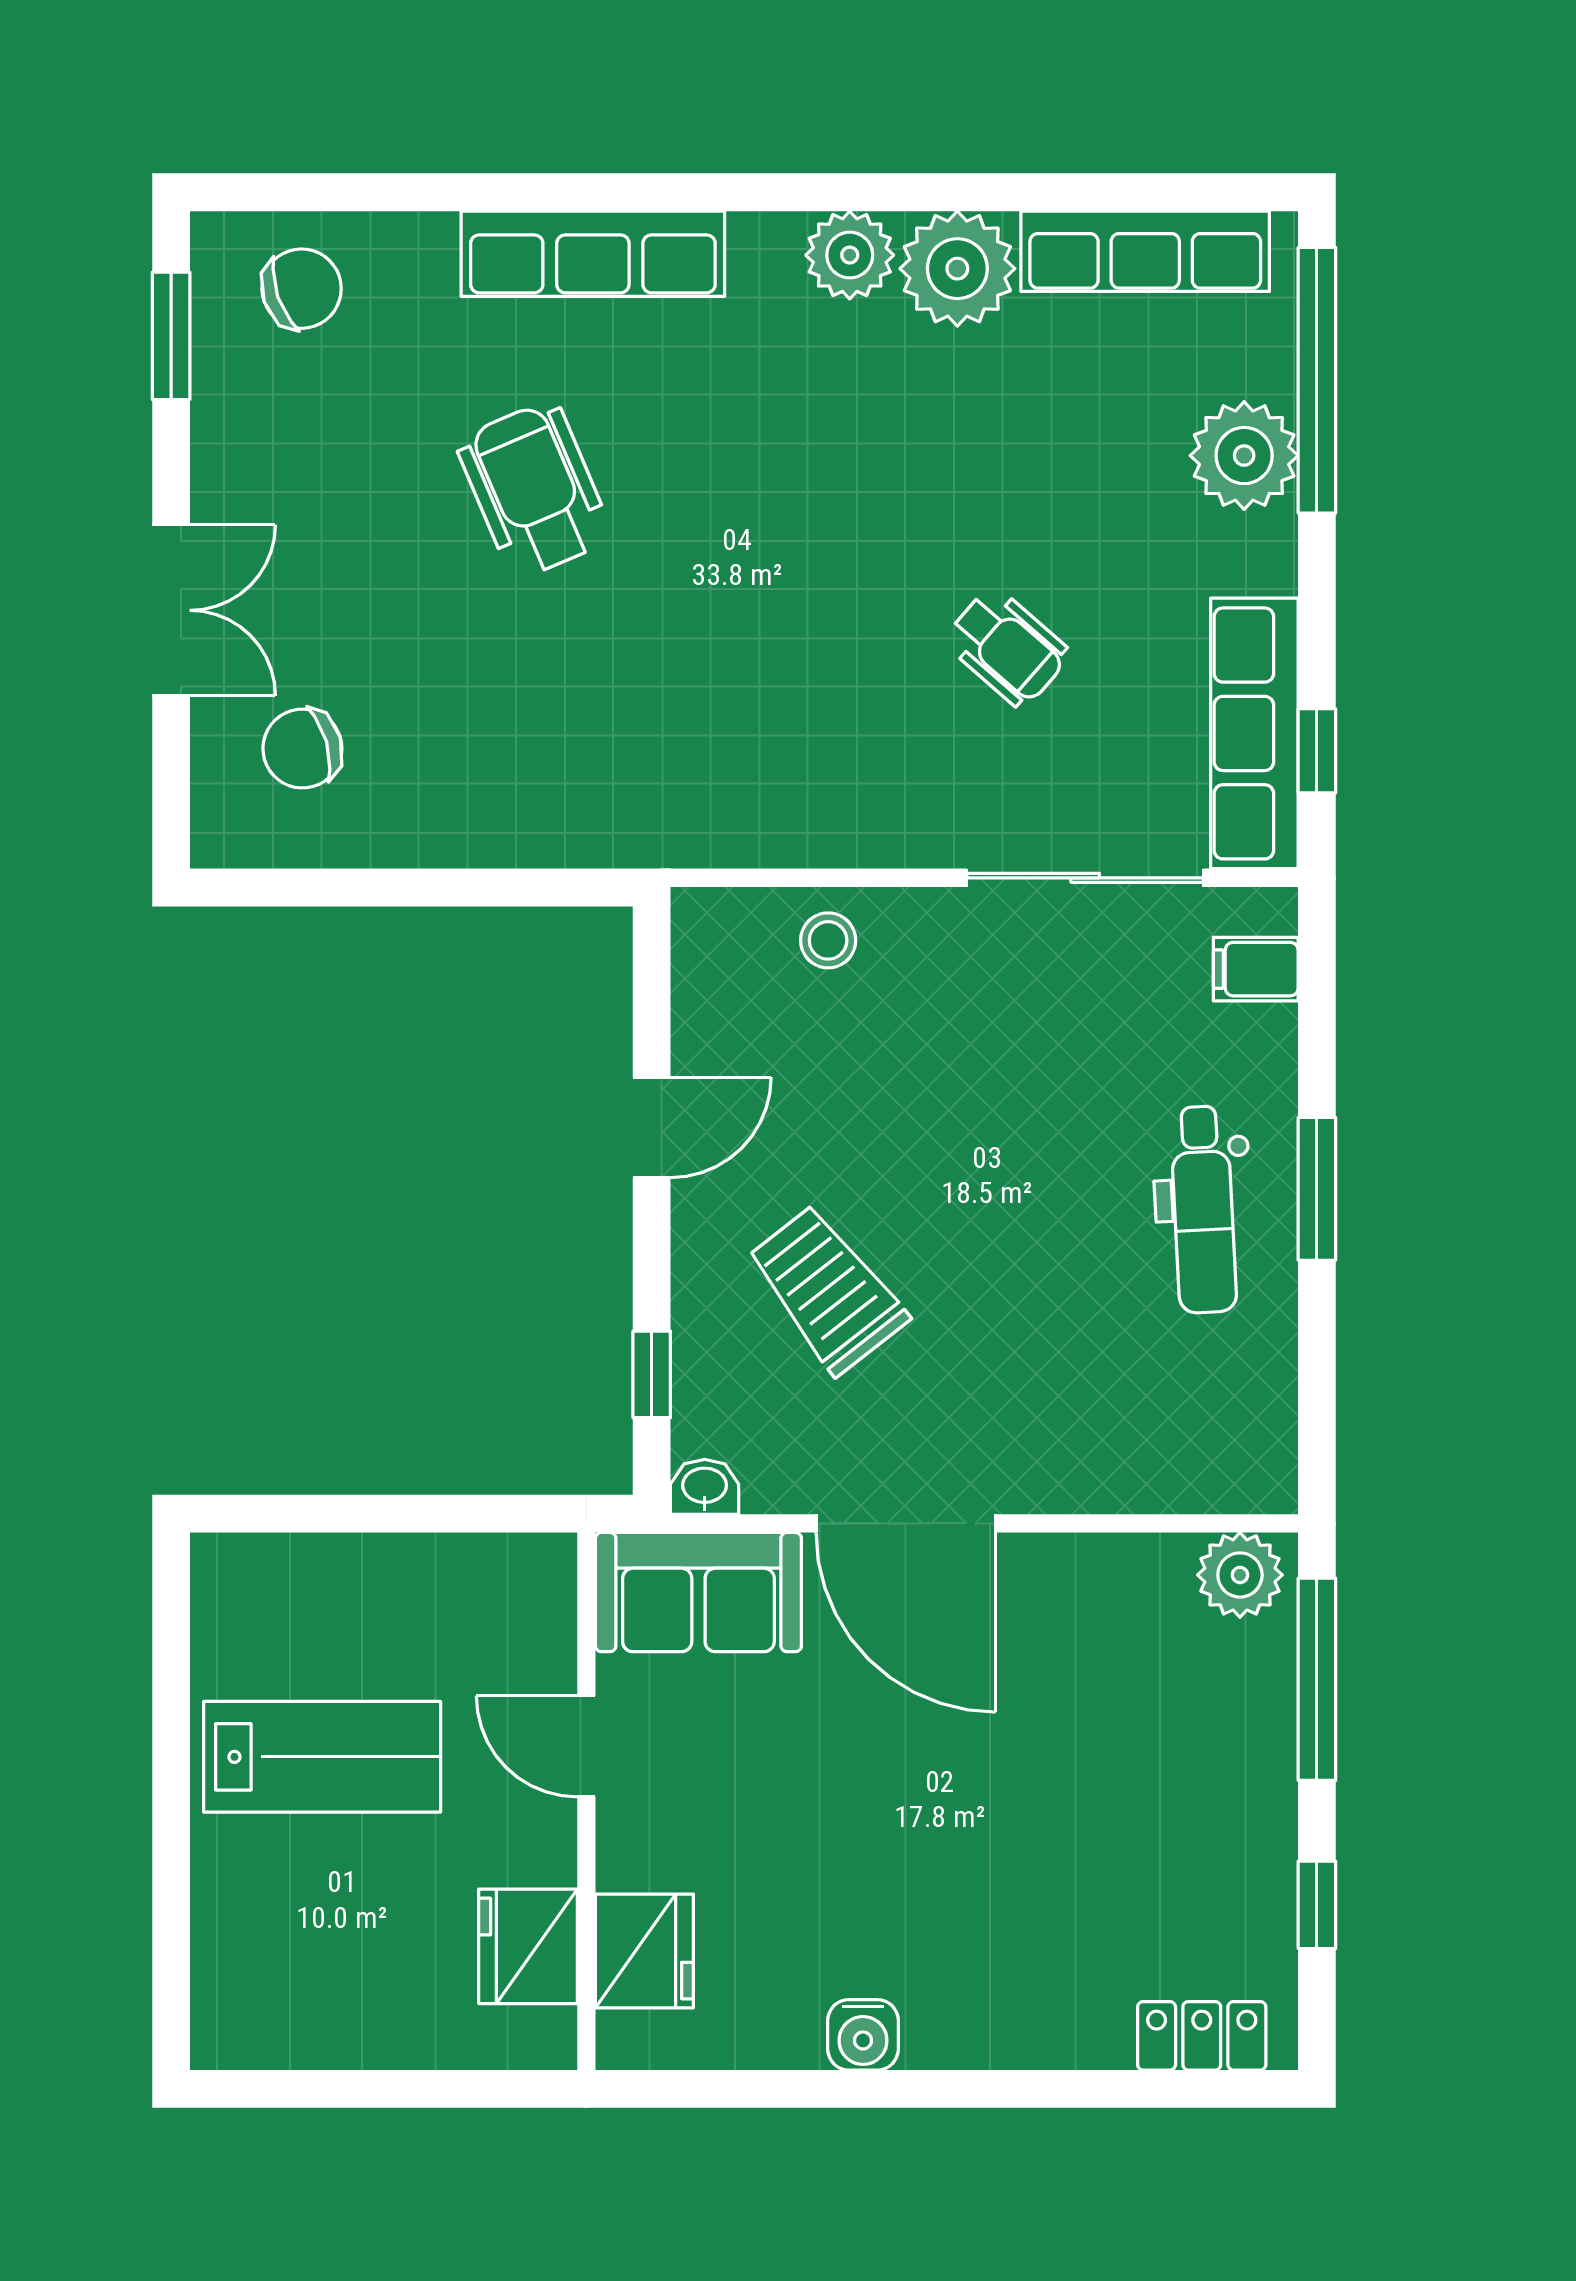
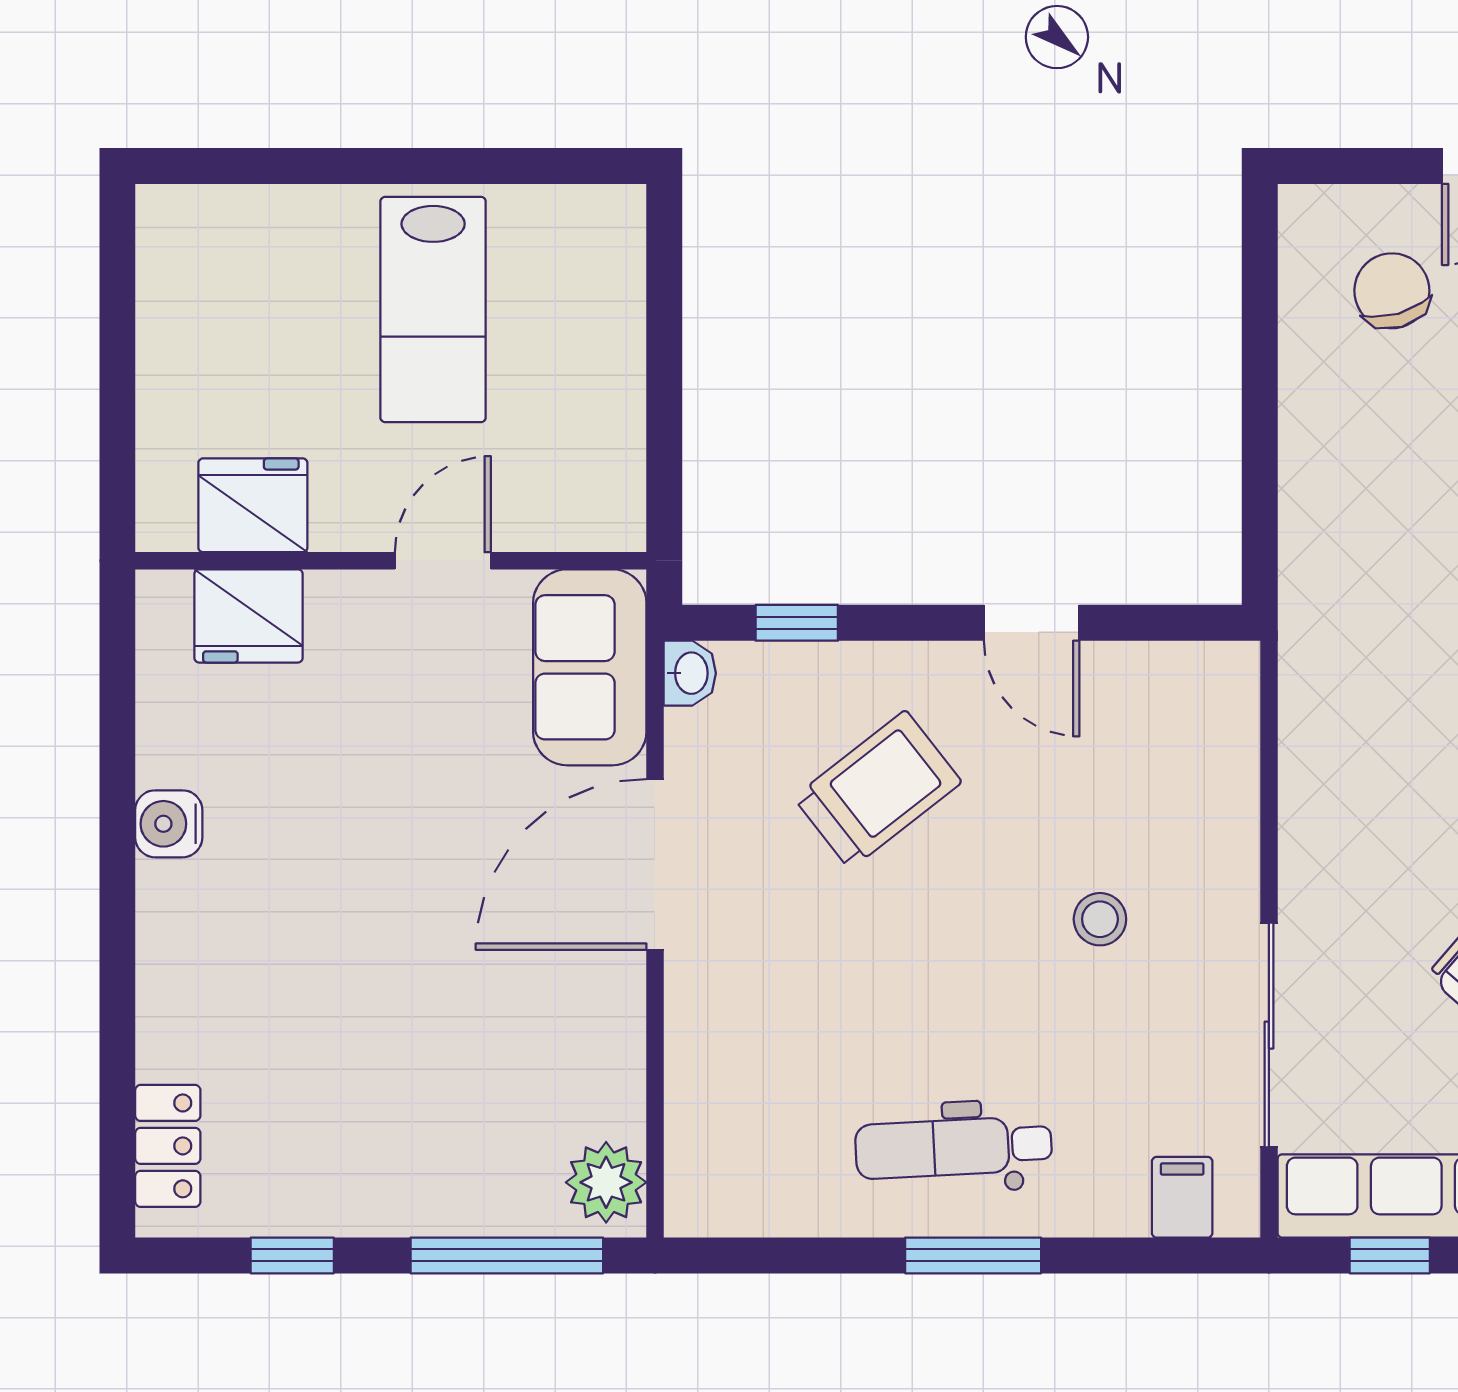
stool: (828, 940) -> (1100, 919), moved

